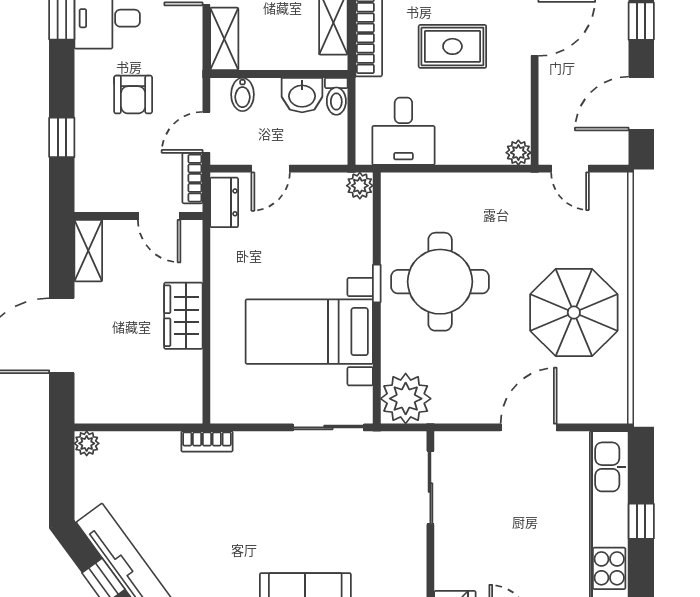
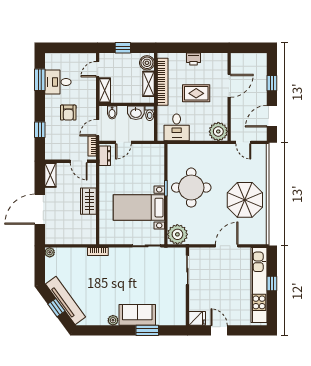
plant: (518, 153) -> (218, 131), width x1.88, depth x1.88
plant: (360, 186) -> (159, 149), removed

